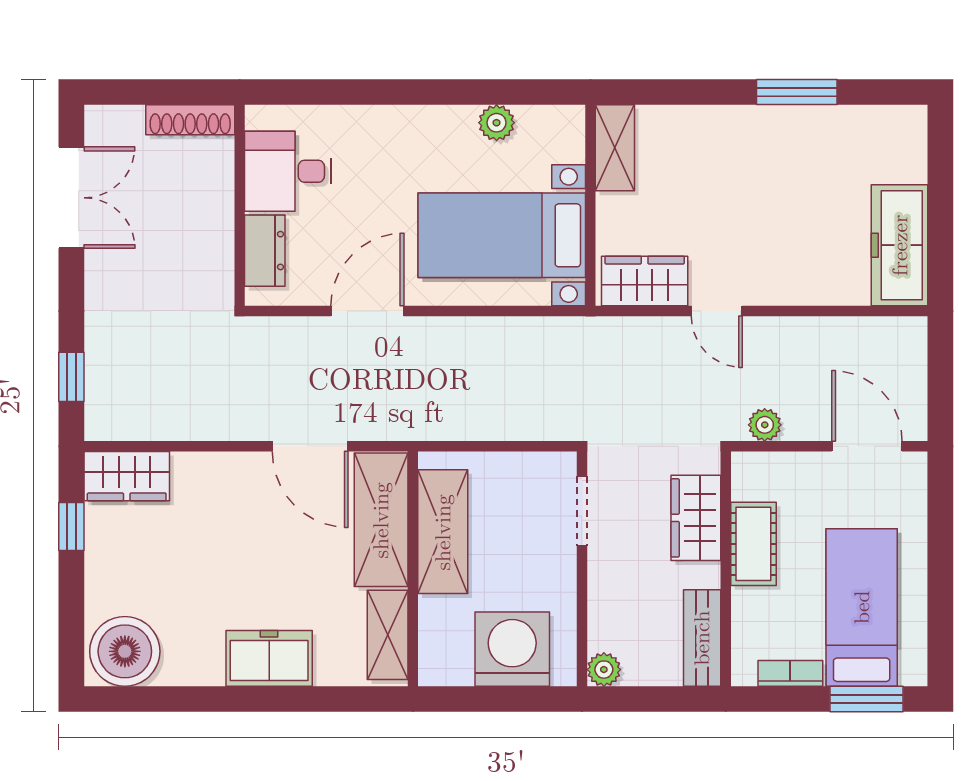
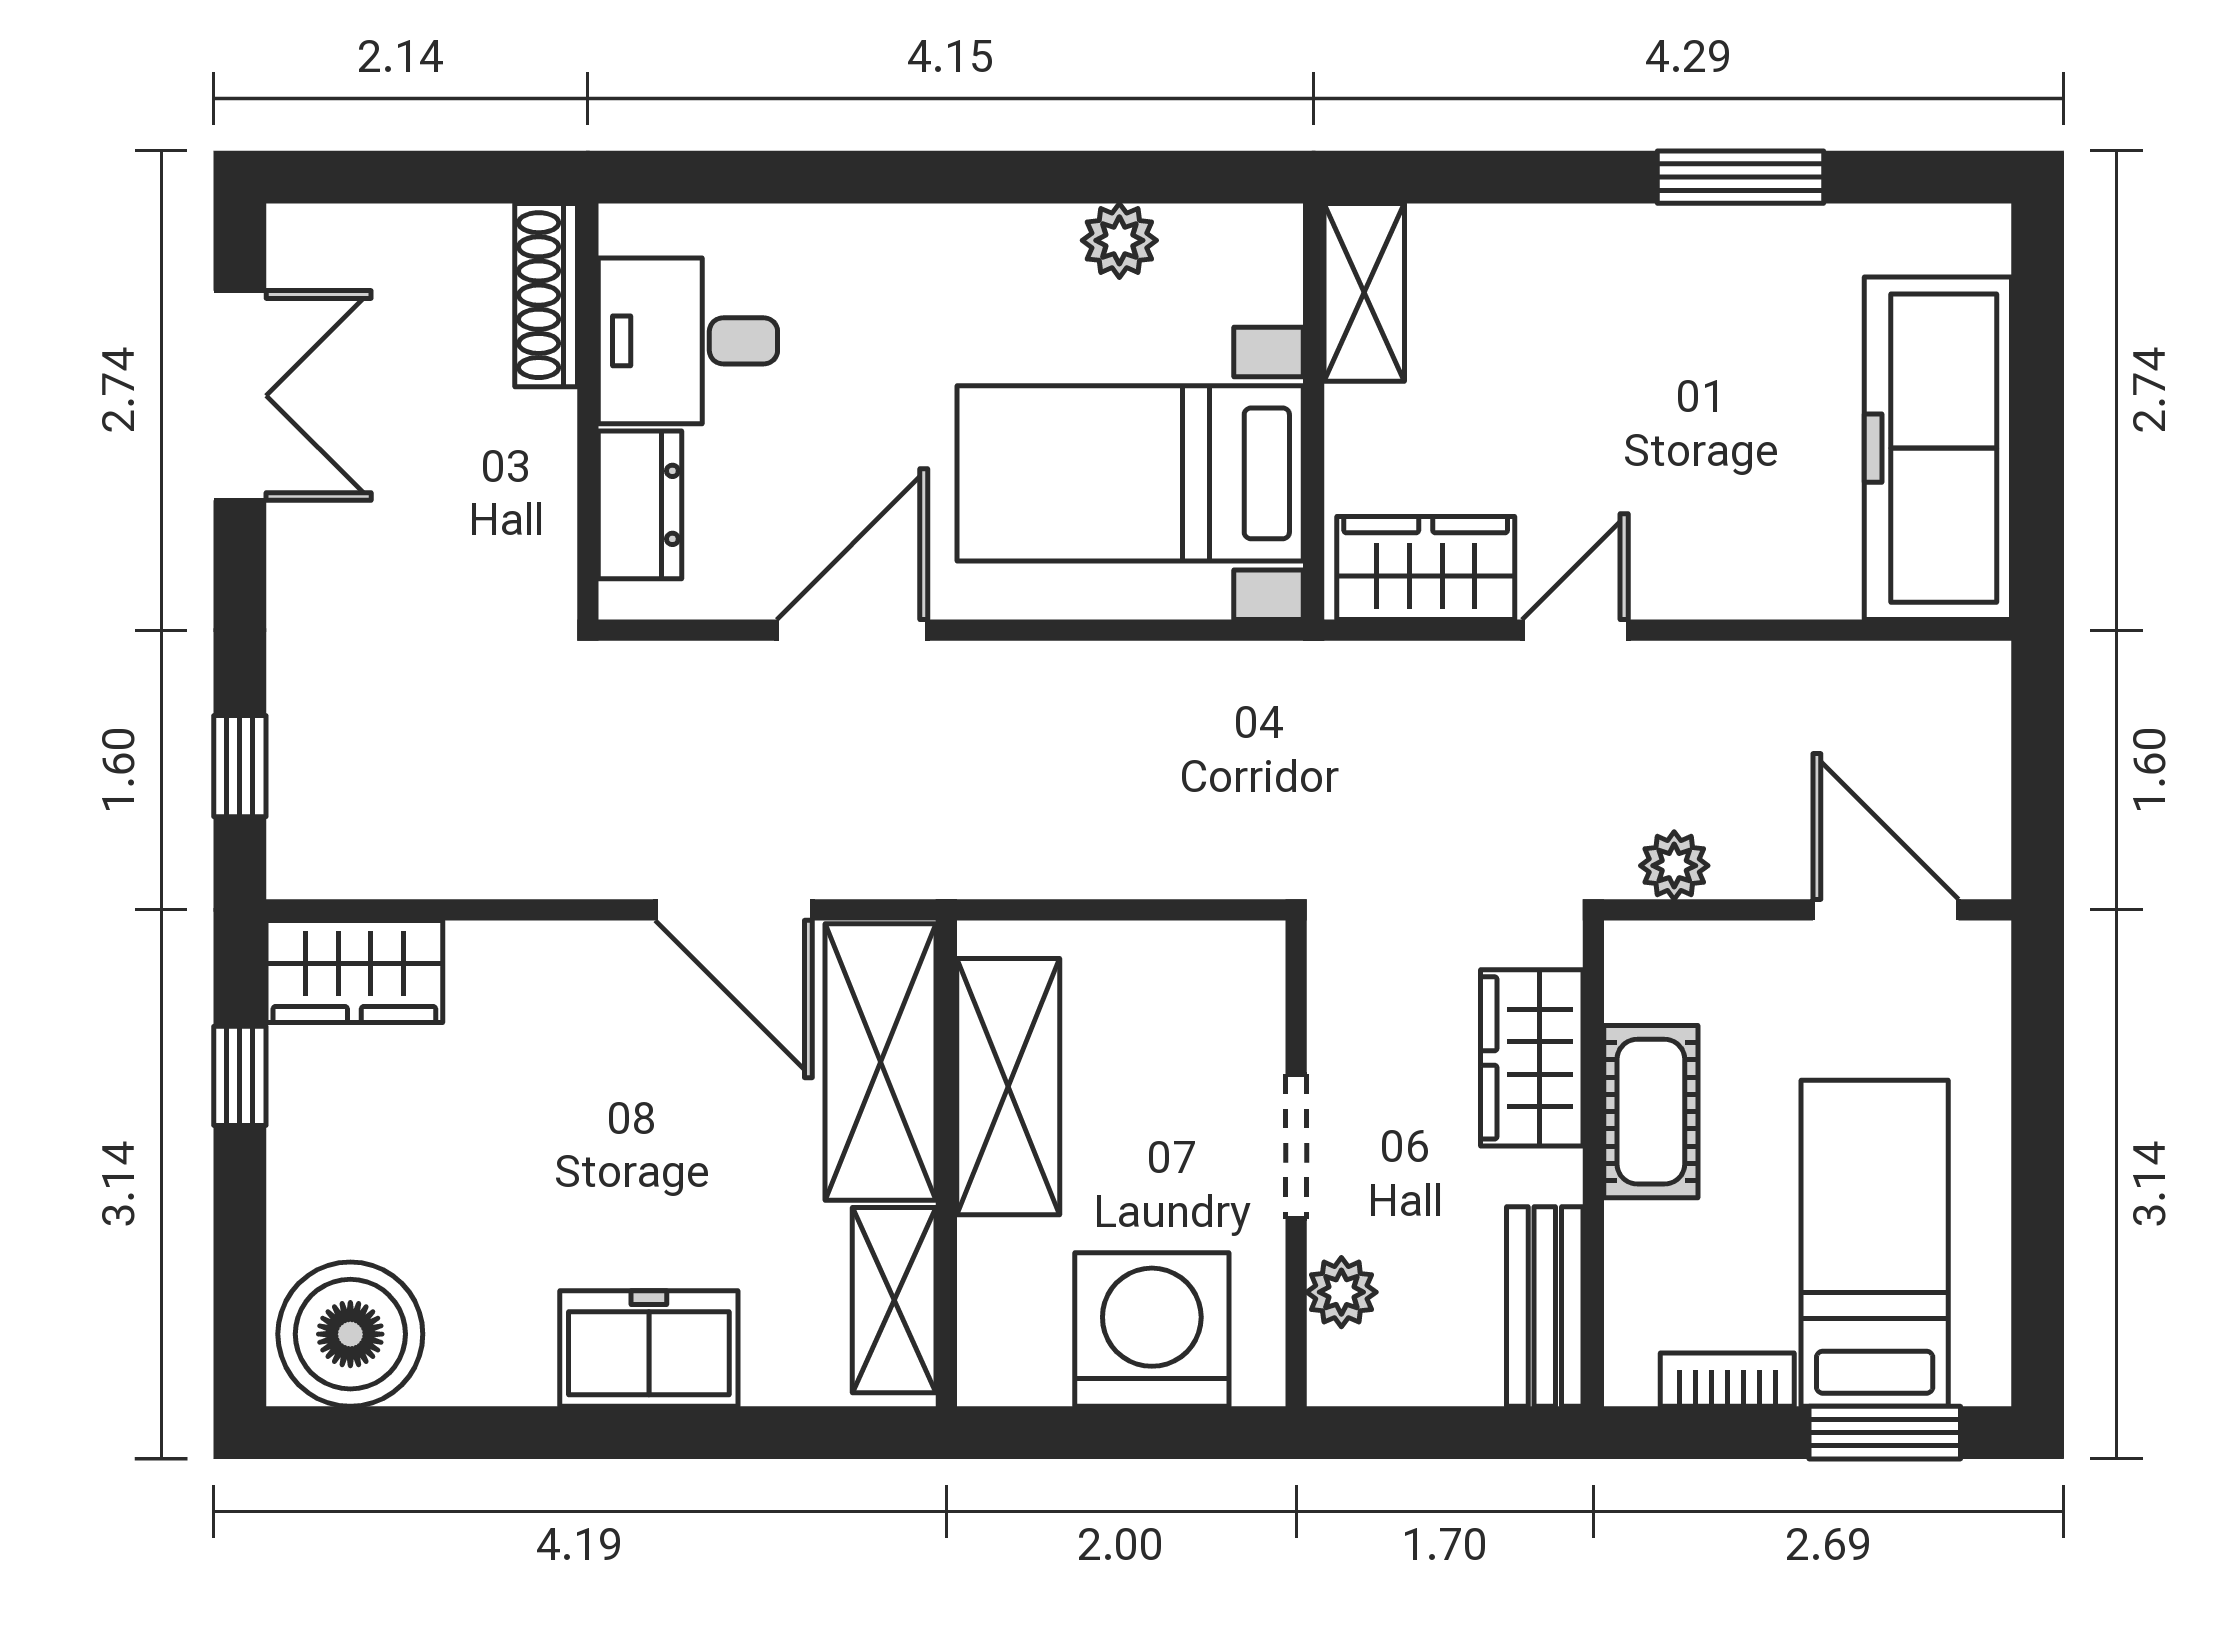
shoe rack: (190, 120) -> (546, 295), moved, turned 90
freezer: (900, 245) -> (1938, 448), width x1.36, depth x1.26
door: (717, 311) -> (1575, 630), swing flipped
doorway: (582, 511) -> (1296, 1146), moved
plant: (604, 670) -> (1341, 1292), moved

